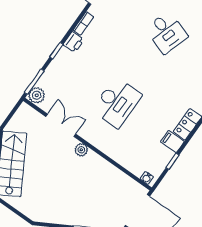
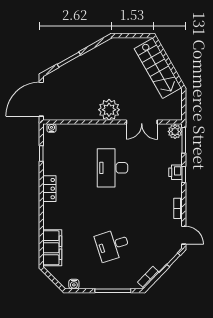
desk: (166, 32) -> (113, 245), turned -36
printer: (74, 42) -> (176, 172), moved
filing cabinet: (172, 142) -> (52, 168), removed
plant: (81, 150) -> (109, 110), width x1.87, depth x1.87

